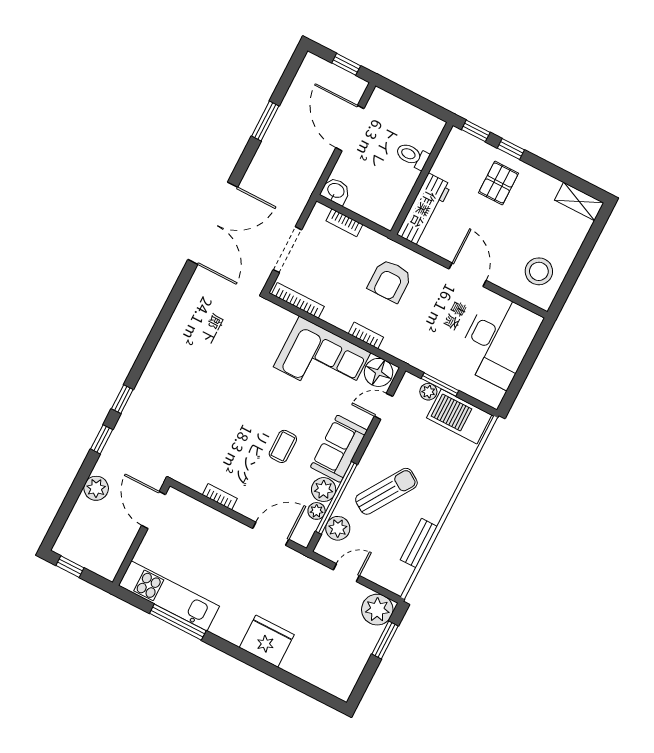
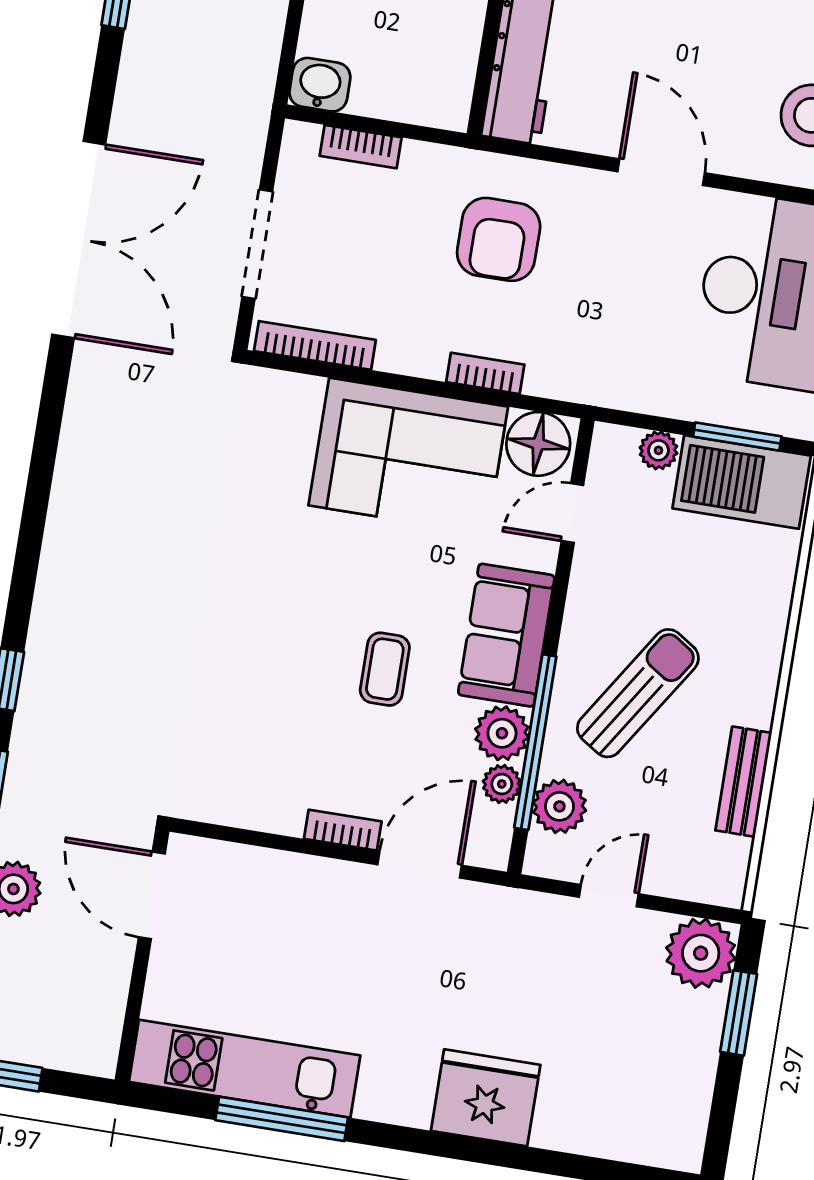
window: (440, 385) -> (737, 437), moved
bookcase: (220, 497) -> (343, 830), moved

